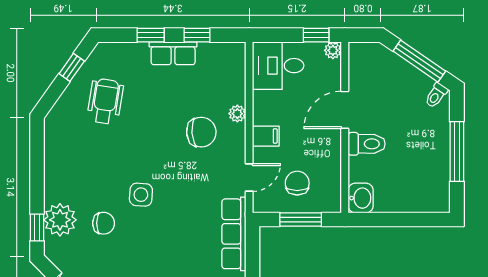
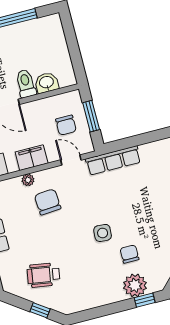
window: (72, 67) -> (40, 310), moved
filing cabinet: (266, 136) -> (32, 158), width x2.00
chair: (297, 183) -> (66, 125), turned -90
washbasin: (361, 198) -> (47, 83), moved

